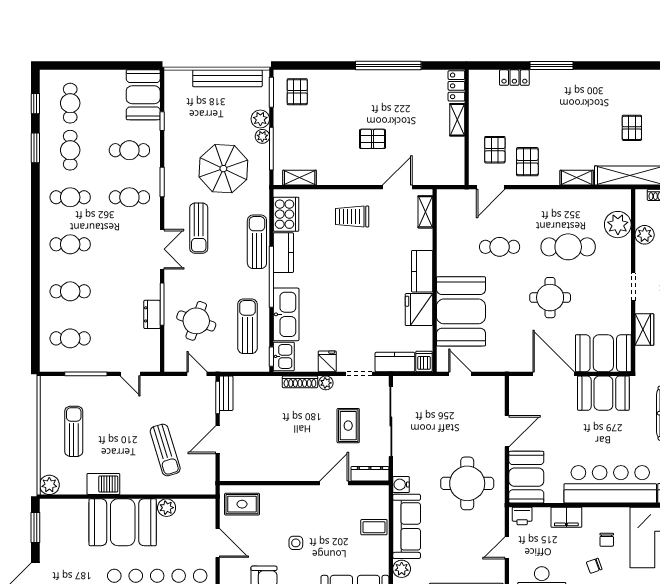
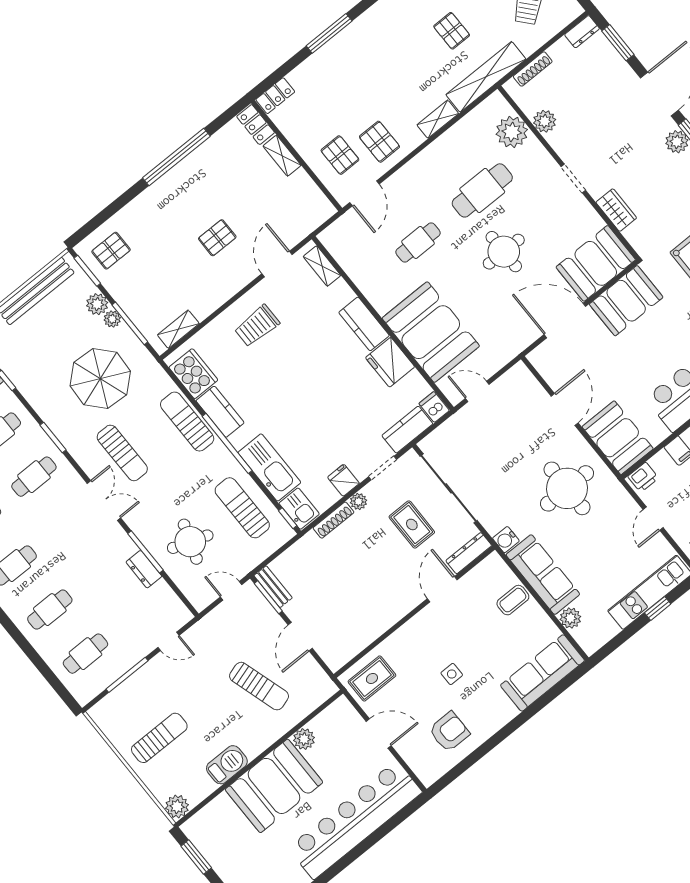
locker: (514, 78) -> (275, 96), moved
pallet: (297, 92) -> (111, 251), turned 90
sun lounger: (74, 431) -> (159, 738), turned 90

